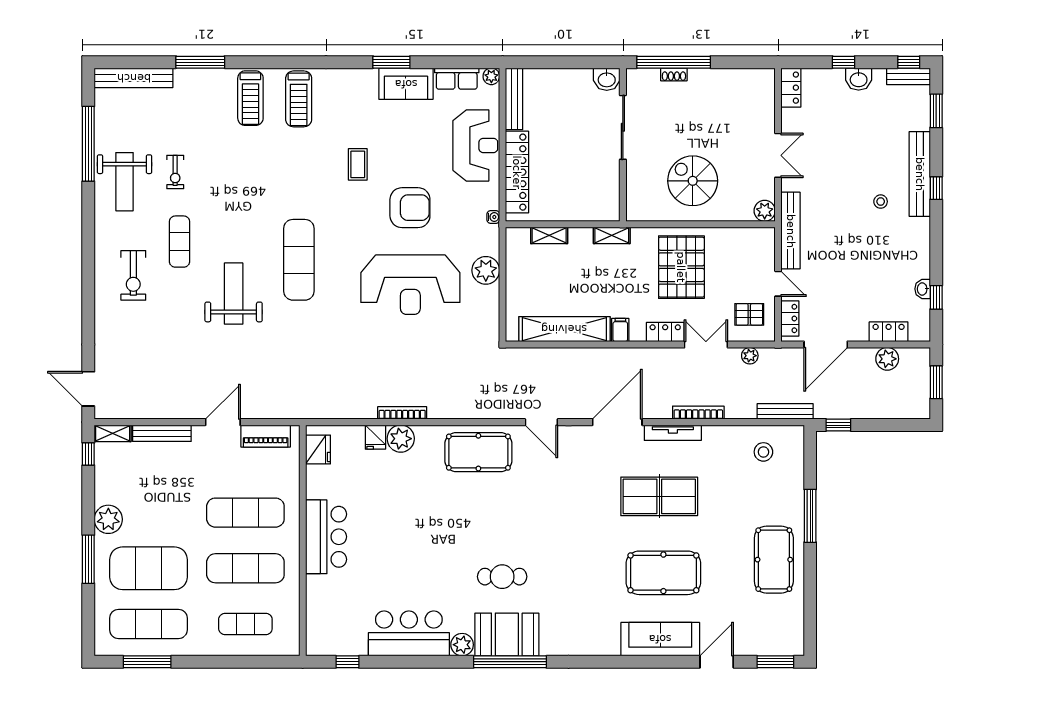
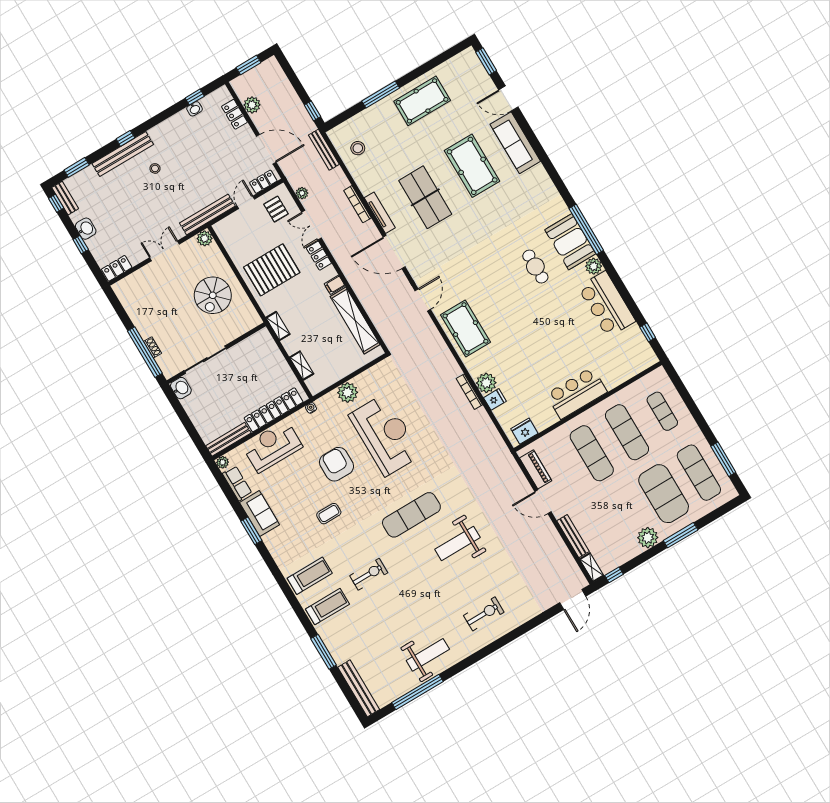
exercise bike: (175, 172) -> (369, 574), moved, width x1.38, depth x1.39
exercise mat: (179, 242) -> (445, 597), removed

